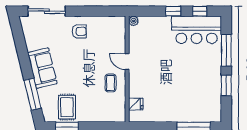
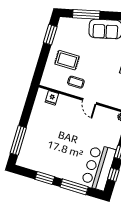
door: (127, 62) -> (90, 101), swing flipped
rug: (67, 107) -> (67, 60), moved

